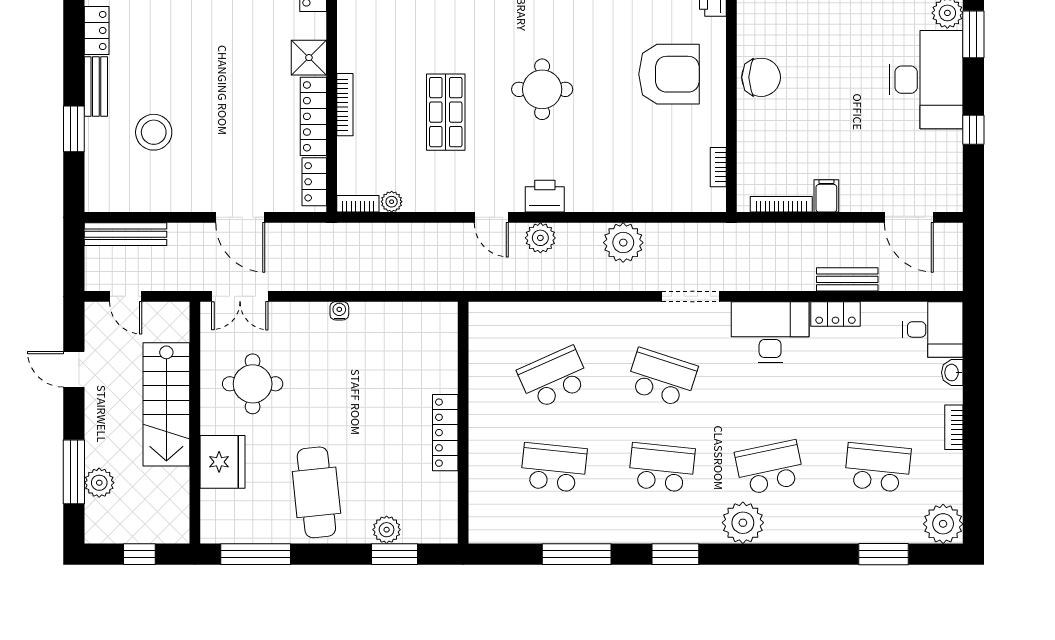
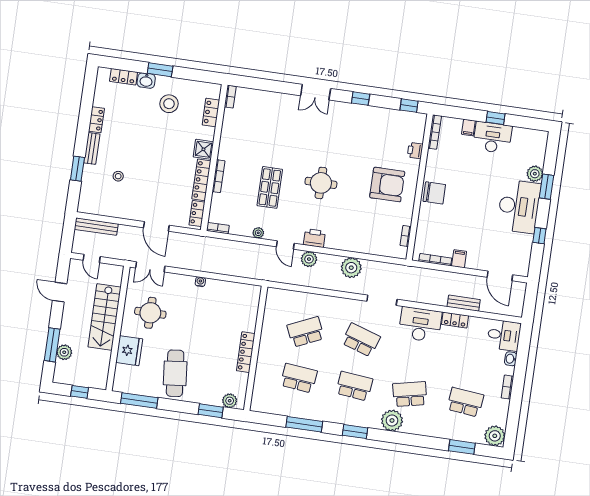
stool: (154, 132) -> (118, 176), width x0.53, depth x0.53
plant: (392, 202) -> (258, 233), moved
plant: (387, 530) -> (230, 401), moved

